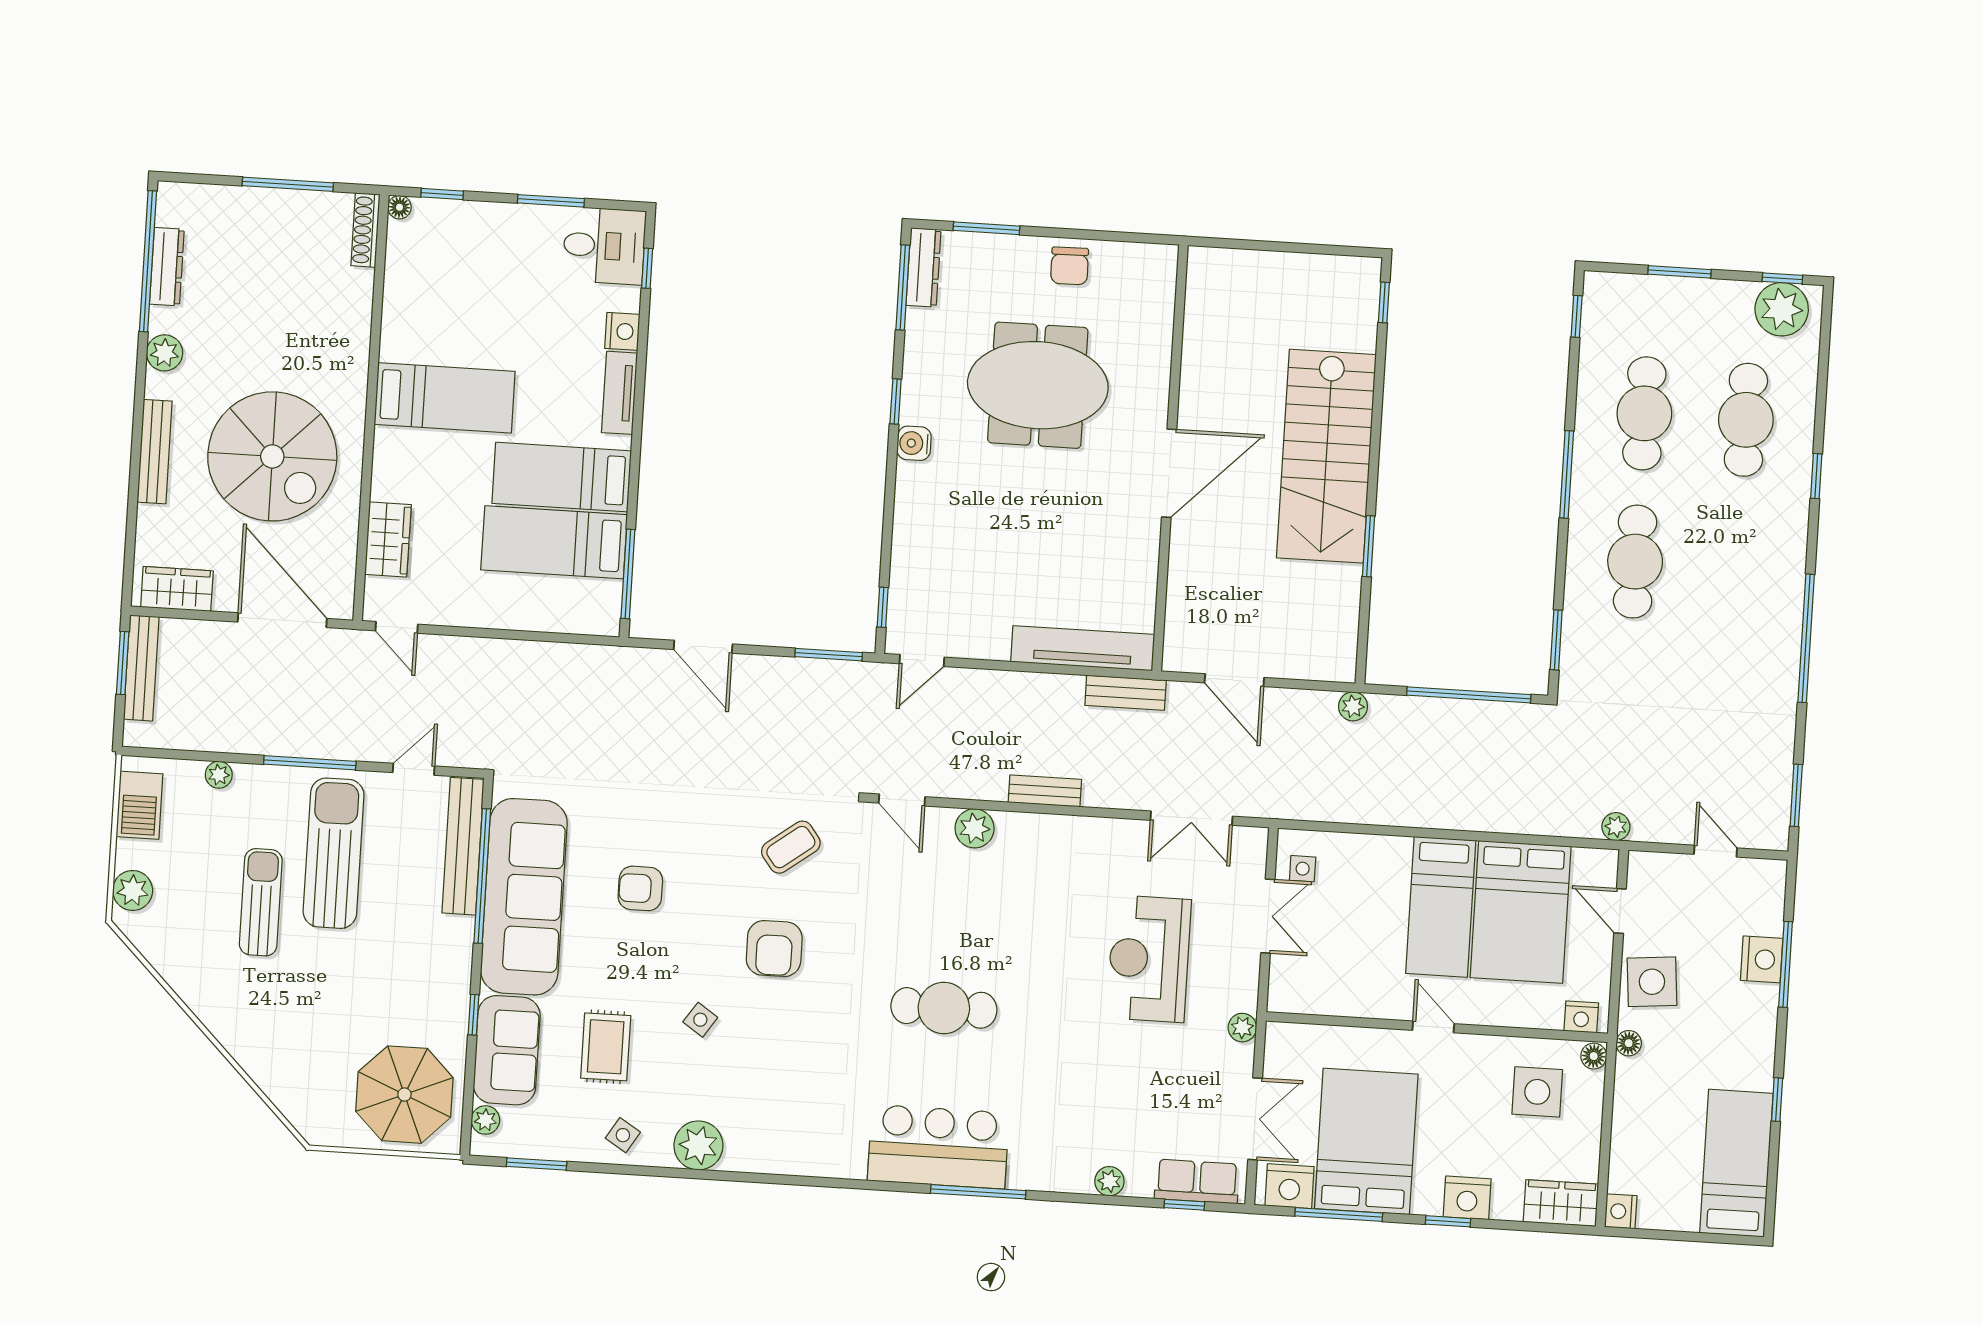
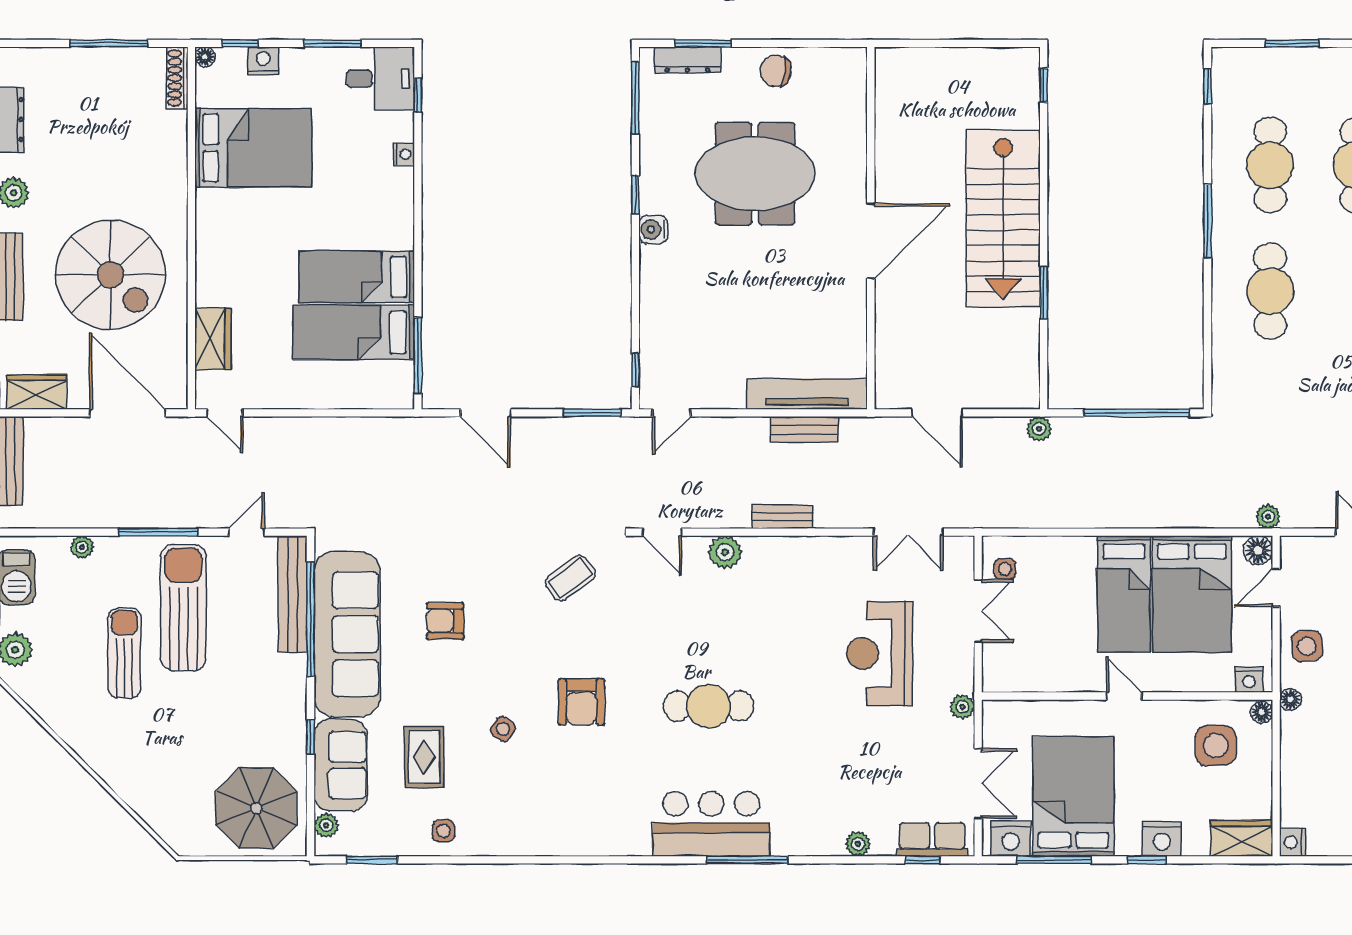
nightstand: (468, 216) -> (263, 61), added
chair: (1070, 266) -> (776, 71), turned 98
dresser: (924, 268) -> (687, 60), moved, turned 90
nightstand: (622, 331) -> (404, 154), width x0.72, depth x0.74
tv unit: (620, 393) -> (401, 202), removed
bed: (445, 398) -> (253, 148), moved, width x1.50
window: (1556, 640) -> (1208, 362), removed
bench: (1126, 693) -> (804, 429), moved
floor lamp: (1601, 865) -> (1258, 550), added
door: (1620, 911) -> (1276, 588), hinge flipped
armchair: (774, 949) -> (581, 702), moved
side table: (1652, 982) -> (1307, 646), width x0.73, depth x0.73
side table: (623, 1135) -> (443, 831), turned -32
plant: (698, 1145) -> (508, 836), removed

